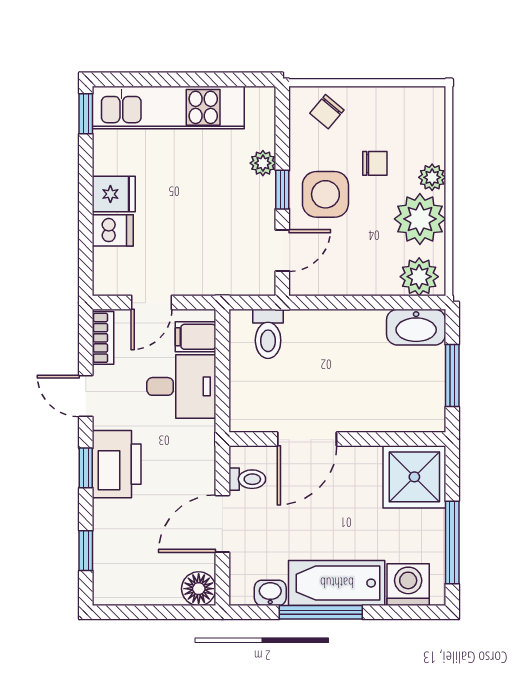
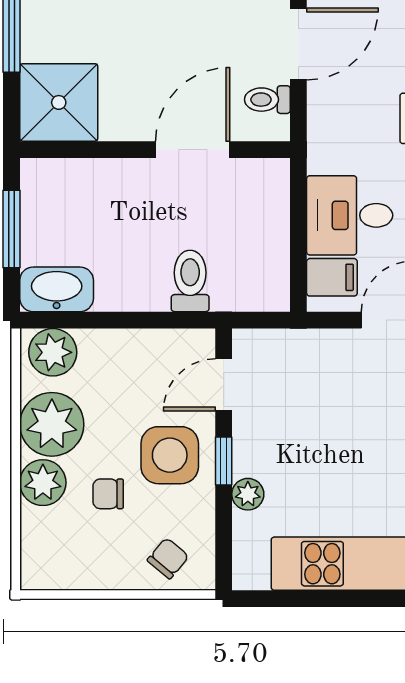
plant: (432, 177) -> (43, 483), width x1.38, depth x1.38
toilet: (268, 334) -> (190, 281), moved

